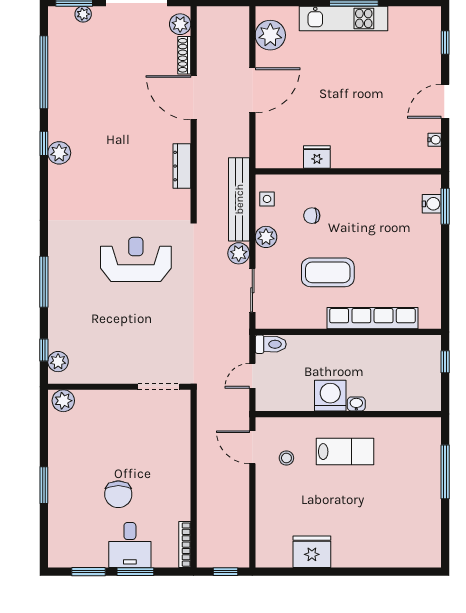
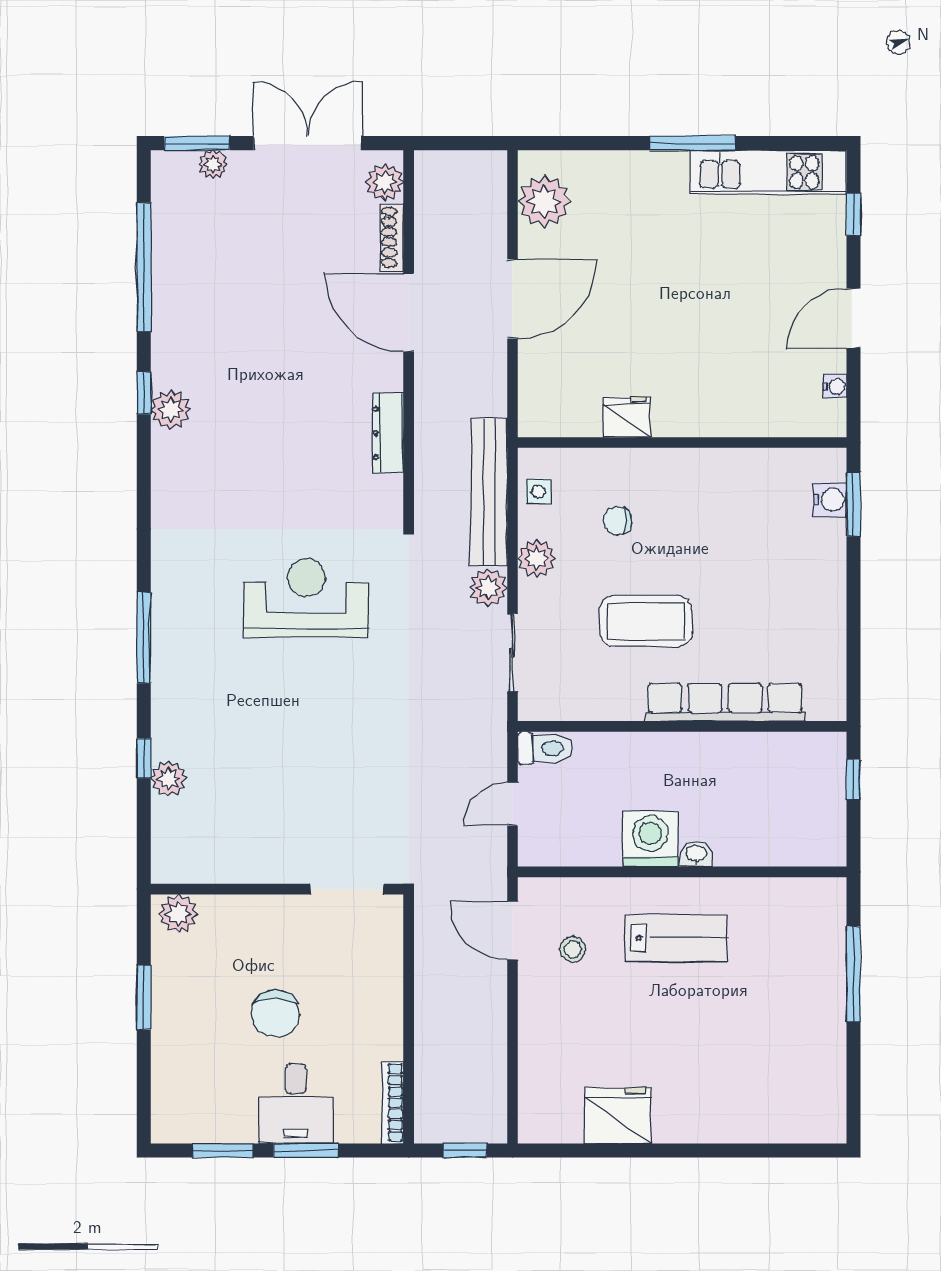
kitchen unit: (344, 18) -> (768, 172), moved
wall: (119, 387) -> (277, 889), moved
doorway: (159, 387) -> (347, 889), moved
plant: (63, 401) -> (178, 914), moved

